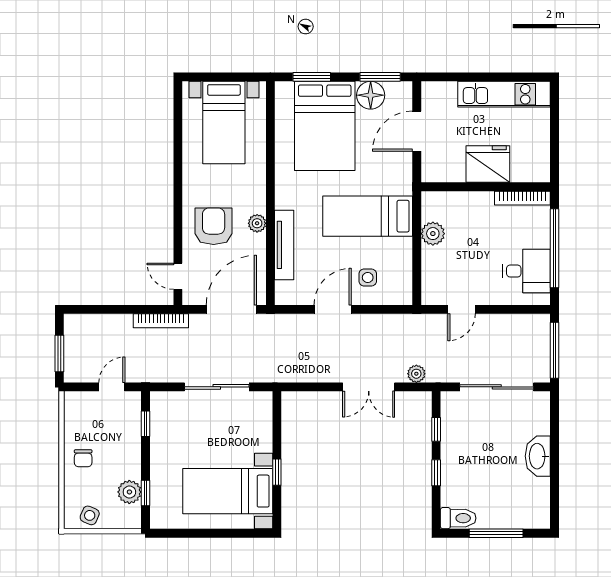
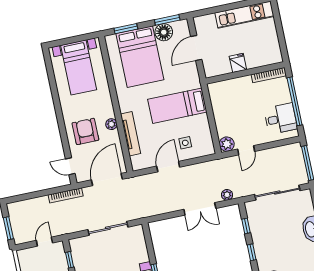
fridge: (488, 164) -> (238, 63), width x0.53, depth x0.75
plant: (433, 234) -> (227, 144), moved

